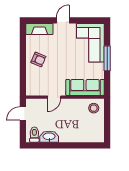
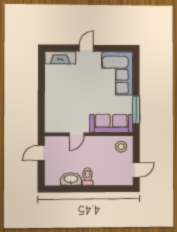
window: (107, 58) -> (136, 110), moved
armchair: (38, 59) -> (59, 92), removed
door: (107, 129) -> (136, 170), added
toilet: (34, 135) -> (88, 177), moved

